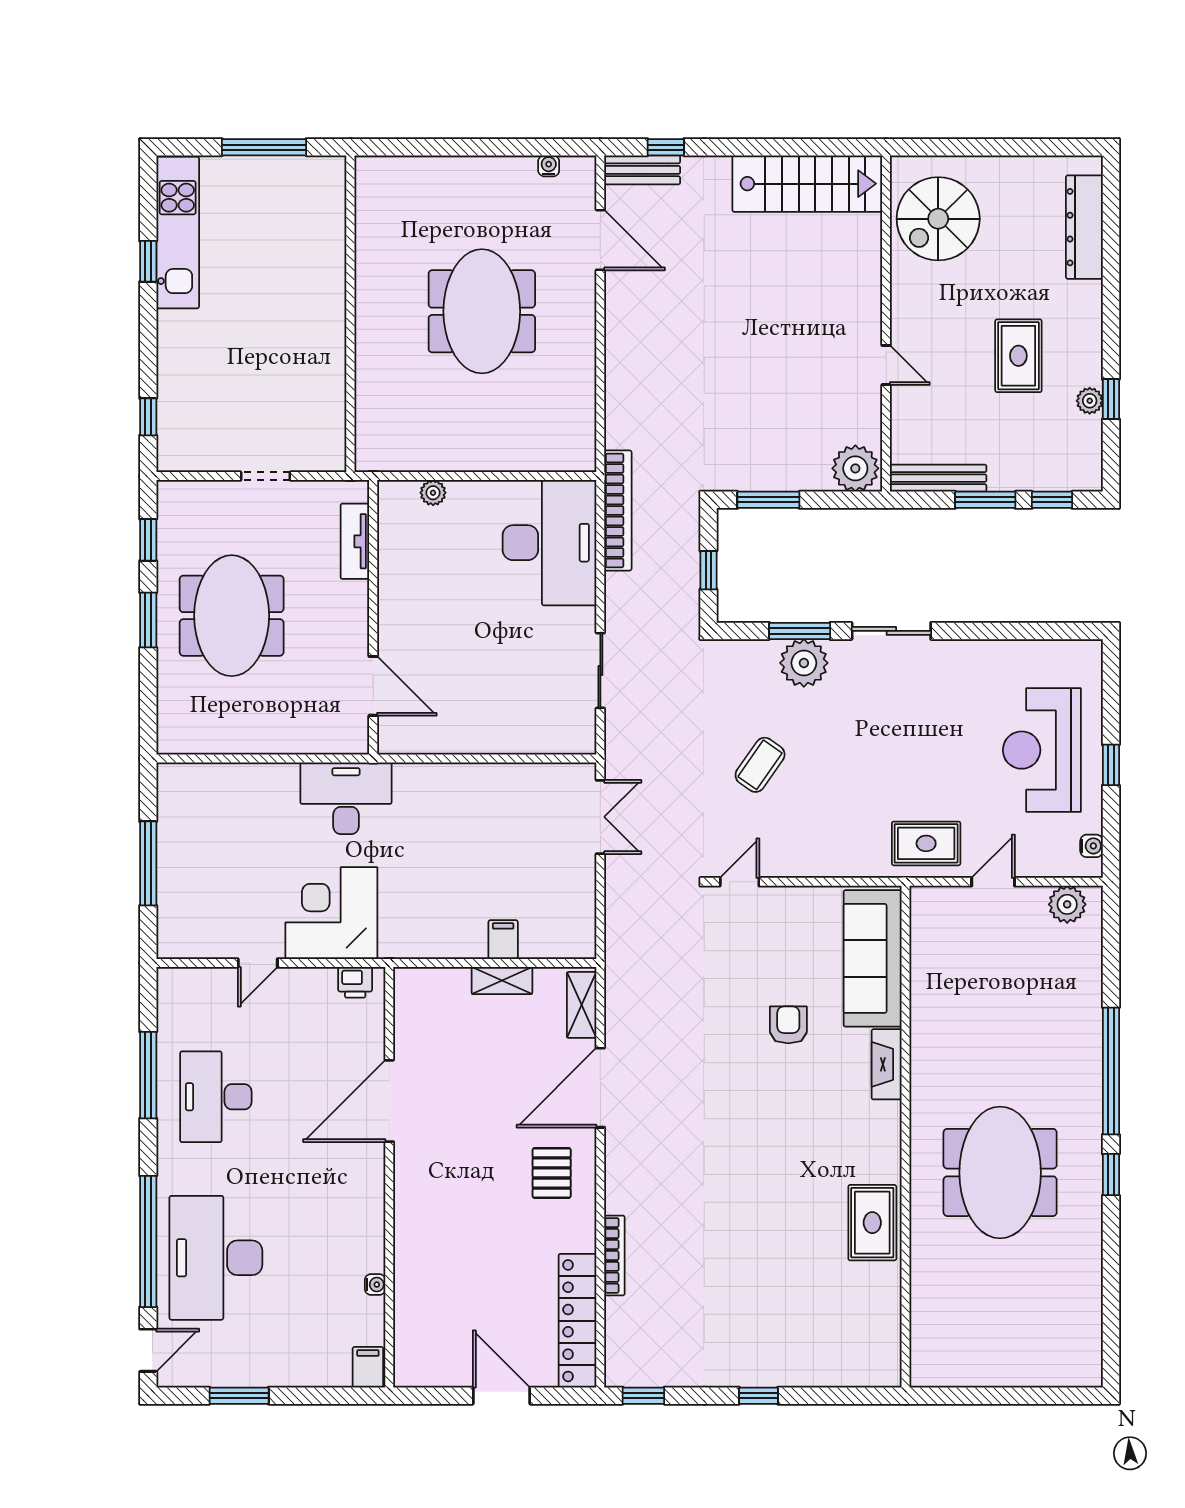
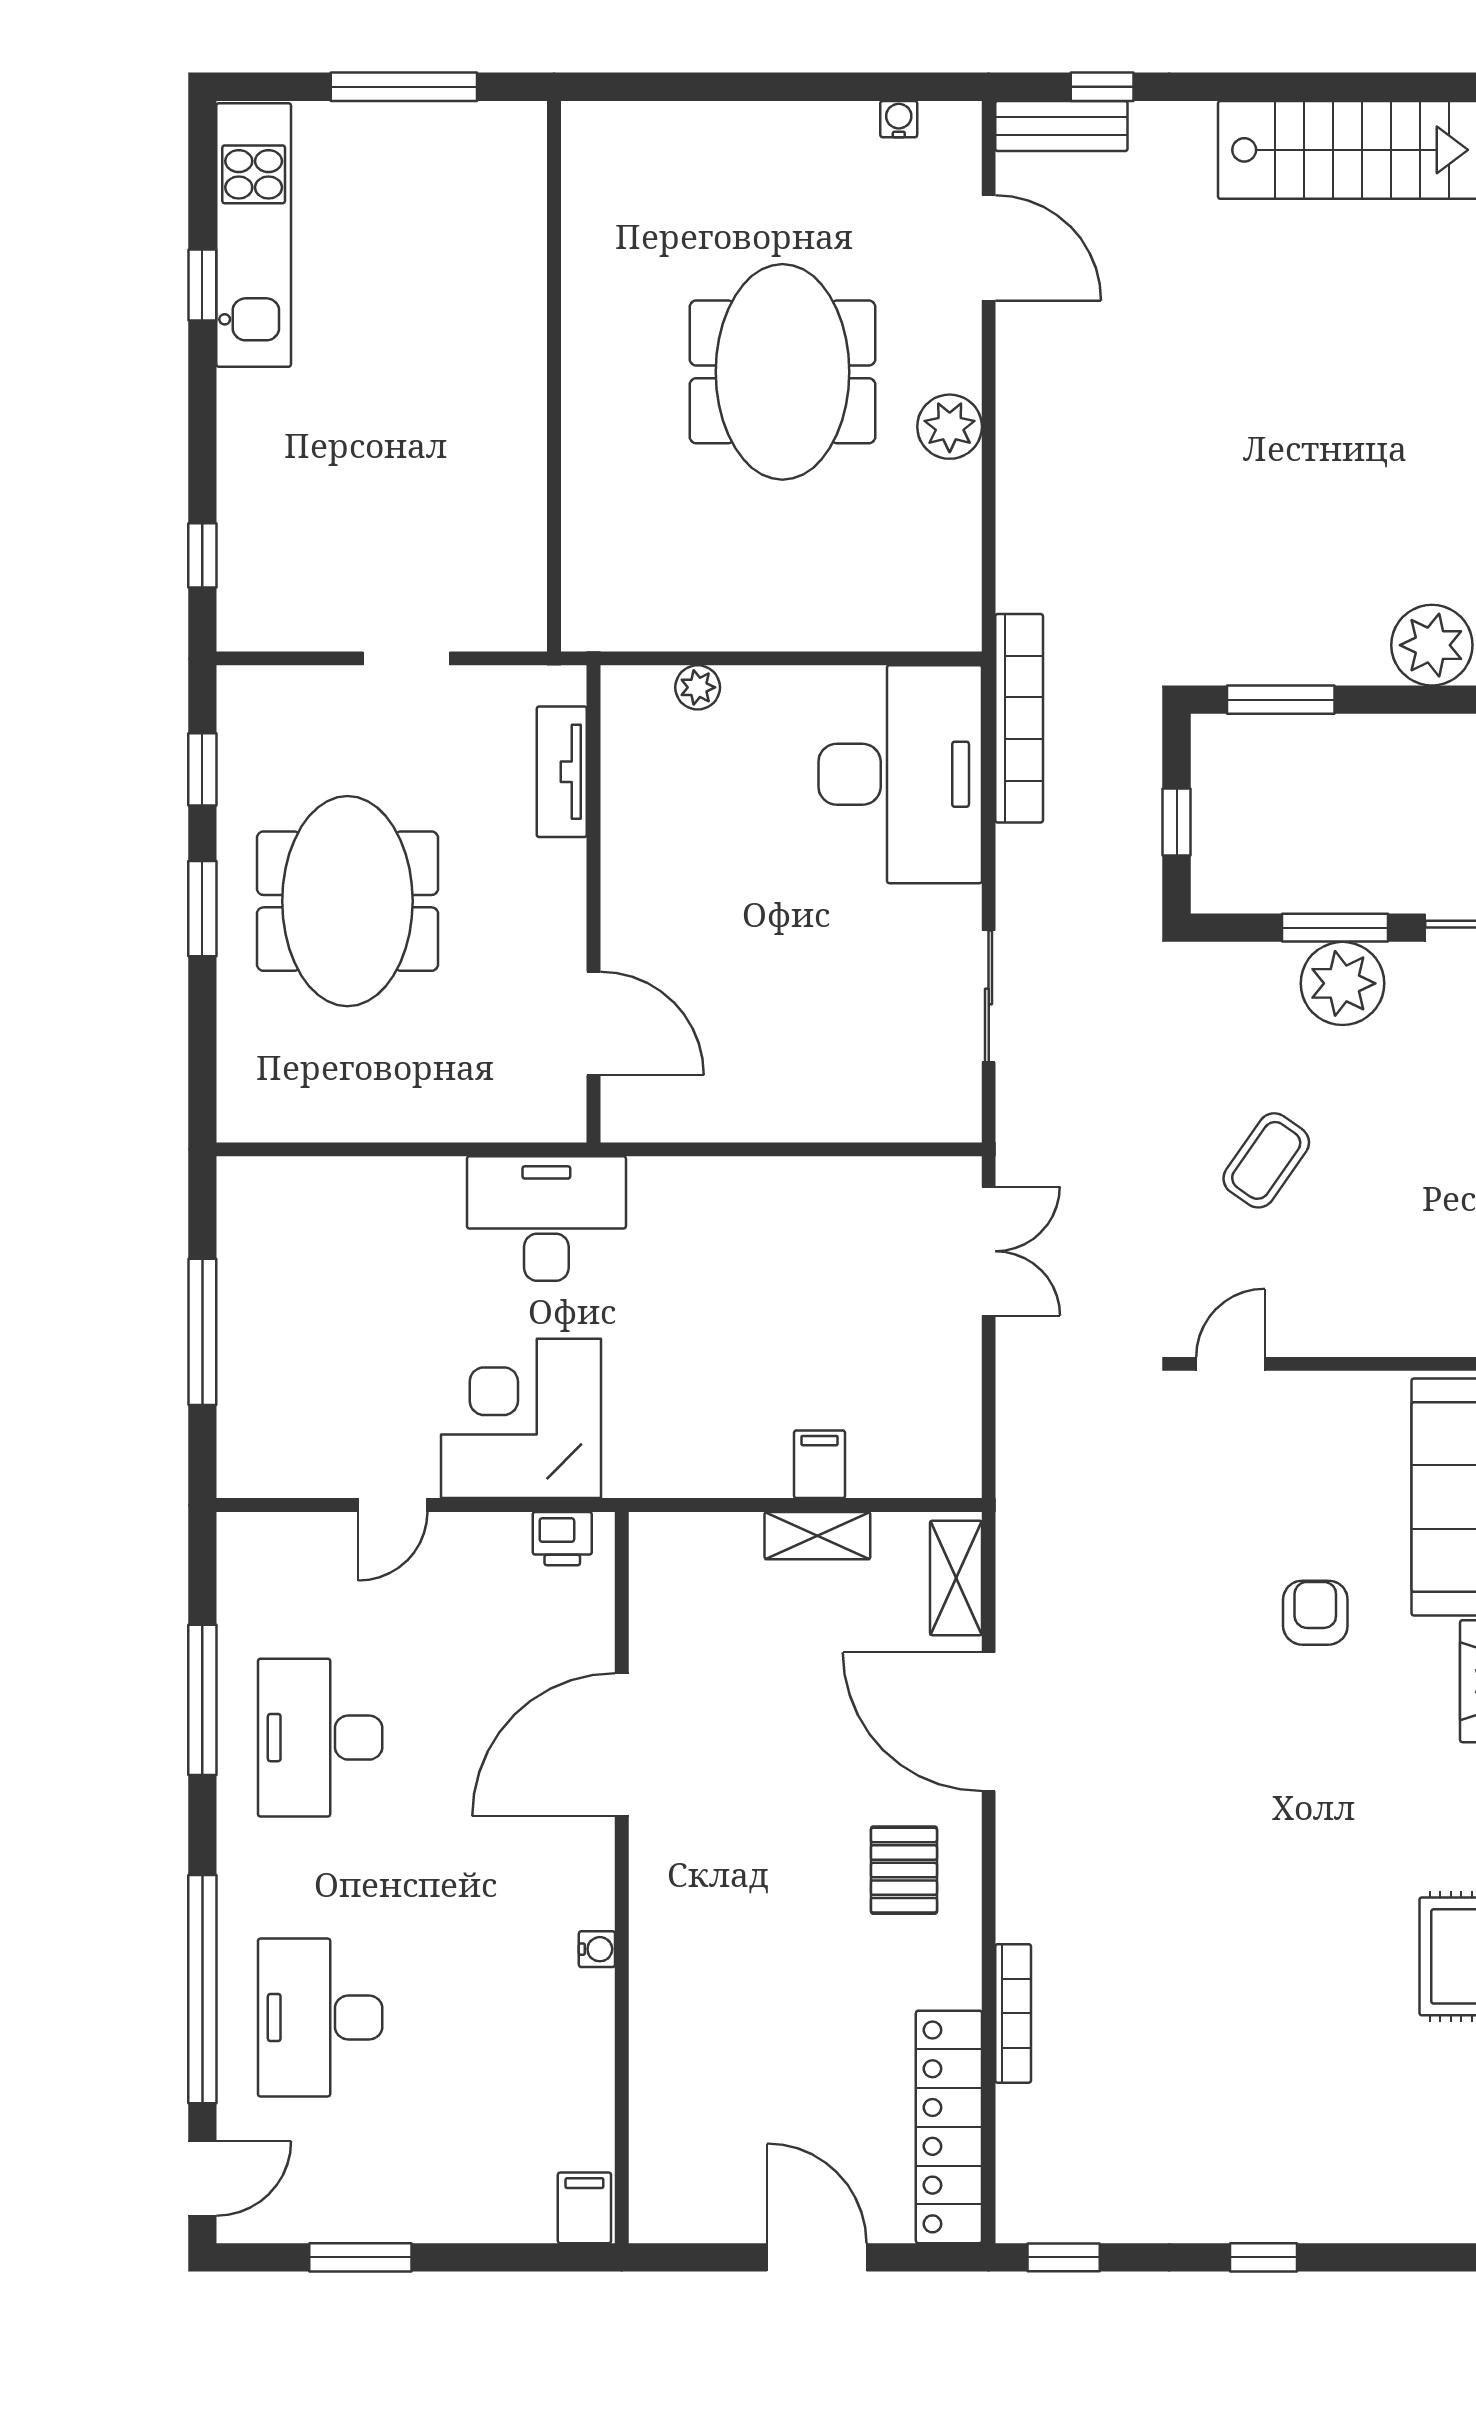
plant: (578, 343) -> (950, 427), added
door: (600, 1088) -> (989, 1722), hinge flipped
desk: (216, 1258) -> (320, 2017), width x0.73, depth x0.77
water cooler: (375, 1285) -> (597, 1949), moved

